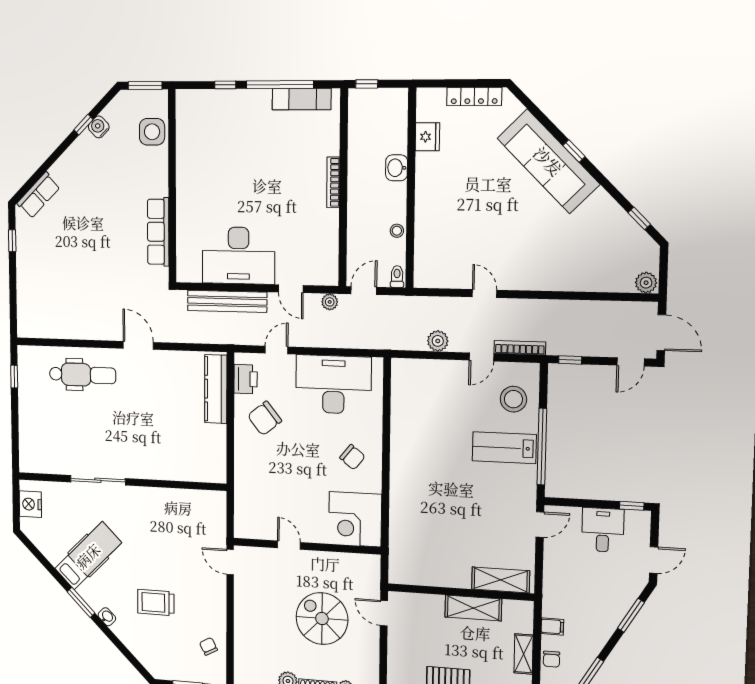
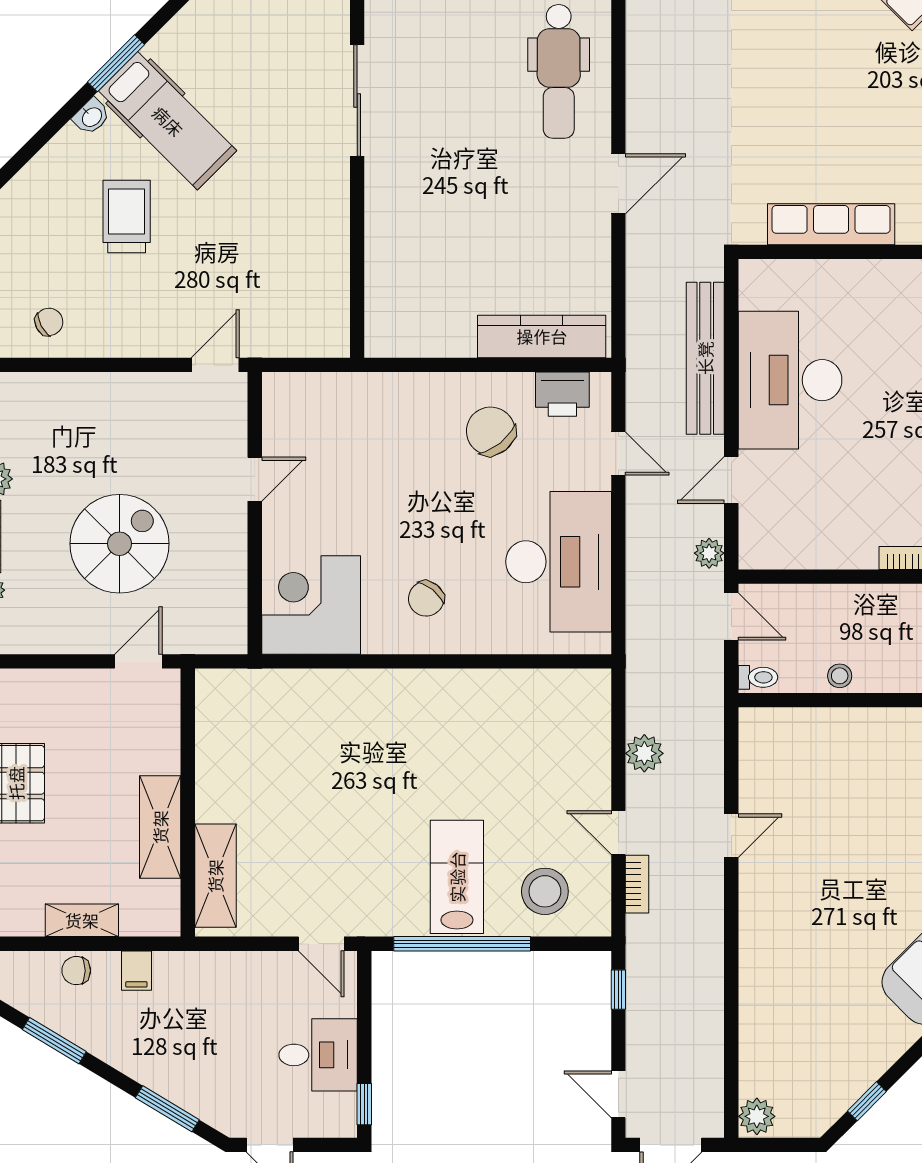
bookcase: (520, 348) -> (637, 884), width x0.64
hospital bed: (88, 556) -> (168, 121), moved

